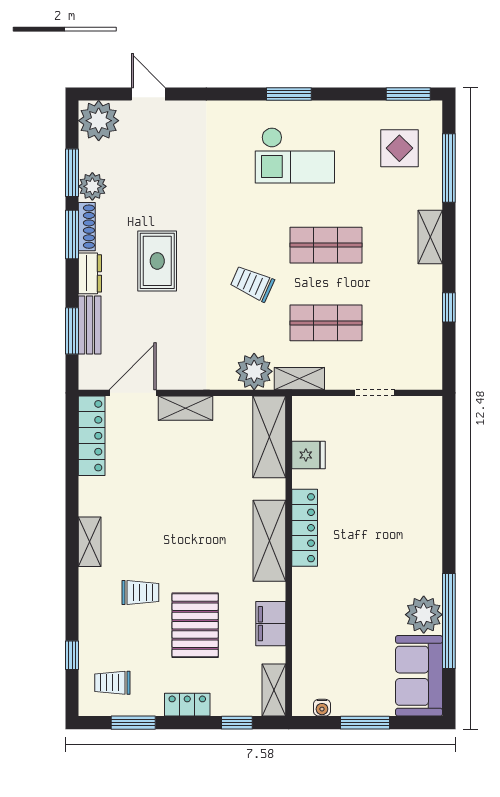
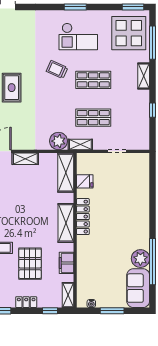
display table: (399, 148) -> (129, 33), width x1.86, depth x1.86
trolley: (252, 284) -> (57, 69), moved

